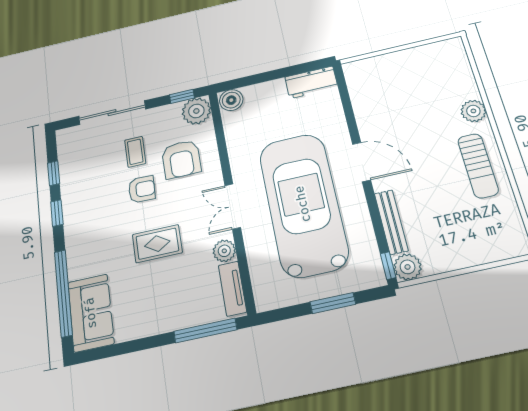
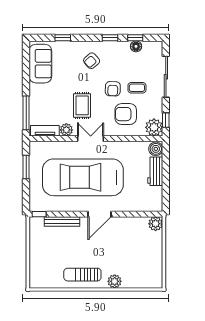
workbench: (311, 82) -> (155, 171), moved
floor lamp: (68, 169) -> (136, 46), added
car: (303, 204) -> (83, 177), turned 180
armchair: (98, 235) -> (92, 61), added
rug: (157, 244) -> (82, 105), moved
plant: (408, 267) -> (156, 224), moved
window: (63, 293) -> (63, 38), width x0.32
window: (333, 303) -> (26, 167), moved
sofa: (91, 313) -> (40, 64), moved, turned -90

